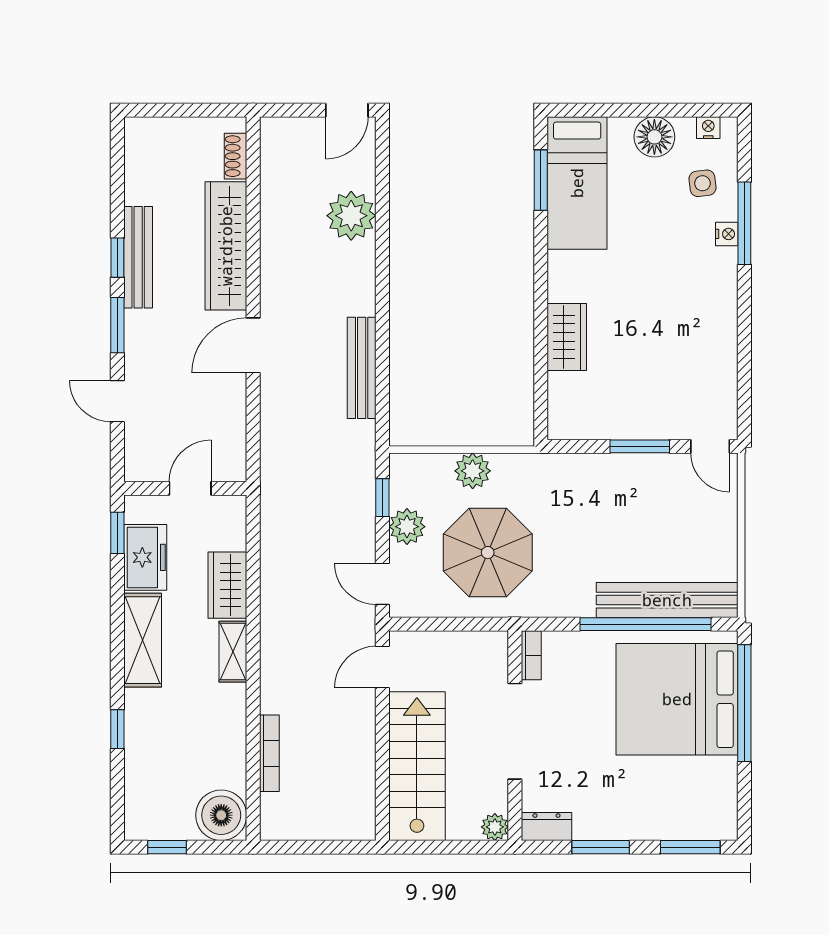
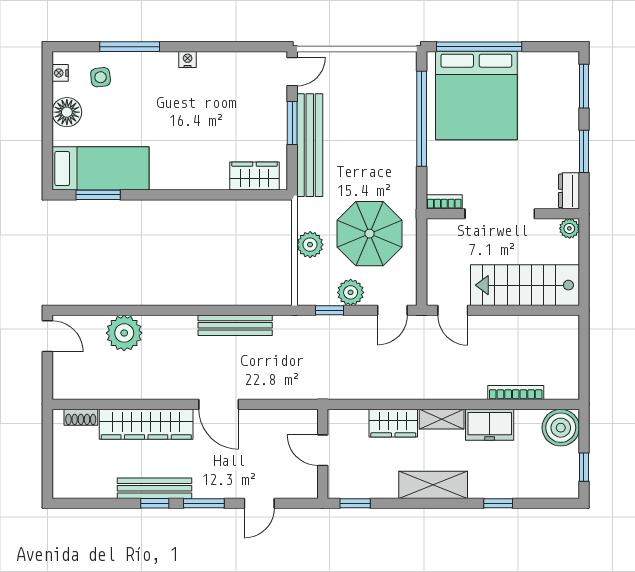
nightstand: (727, 234) -> (188, 60), moved
wardrobe: (567, 337) -> (254, 176), moved
freezer: (145, 557) -> (490, 425), moved, turned 180
bench: (667, 600) -> (310, 145), moved

